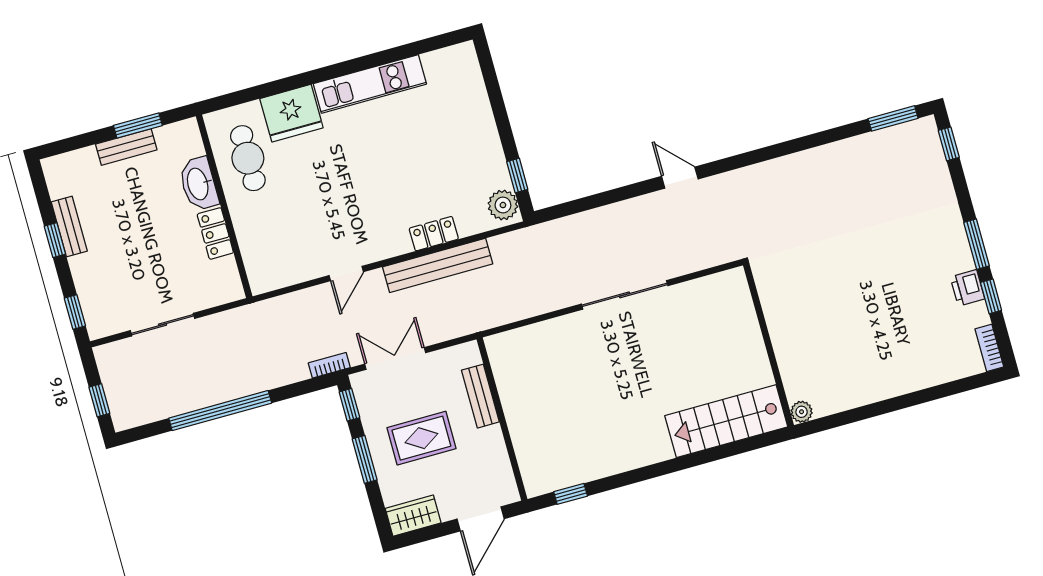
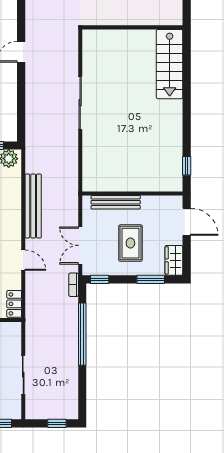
locker: (434, 234) -> (14, 304), moved
bench: (480, 396) -> (116, 202), width x1.36
window: (220, 411) -> (82, 334), moved
plant: (802, 412) -> (176, 19), removed
window: (365, 459) -> (151, 279), moved

